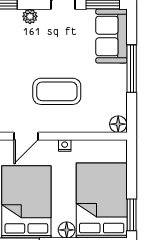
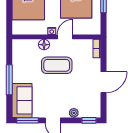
floor lamp: (118, 124) -> (44, 45), moved
door: (26, 136) -> (65, 37), moved

